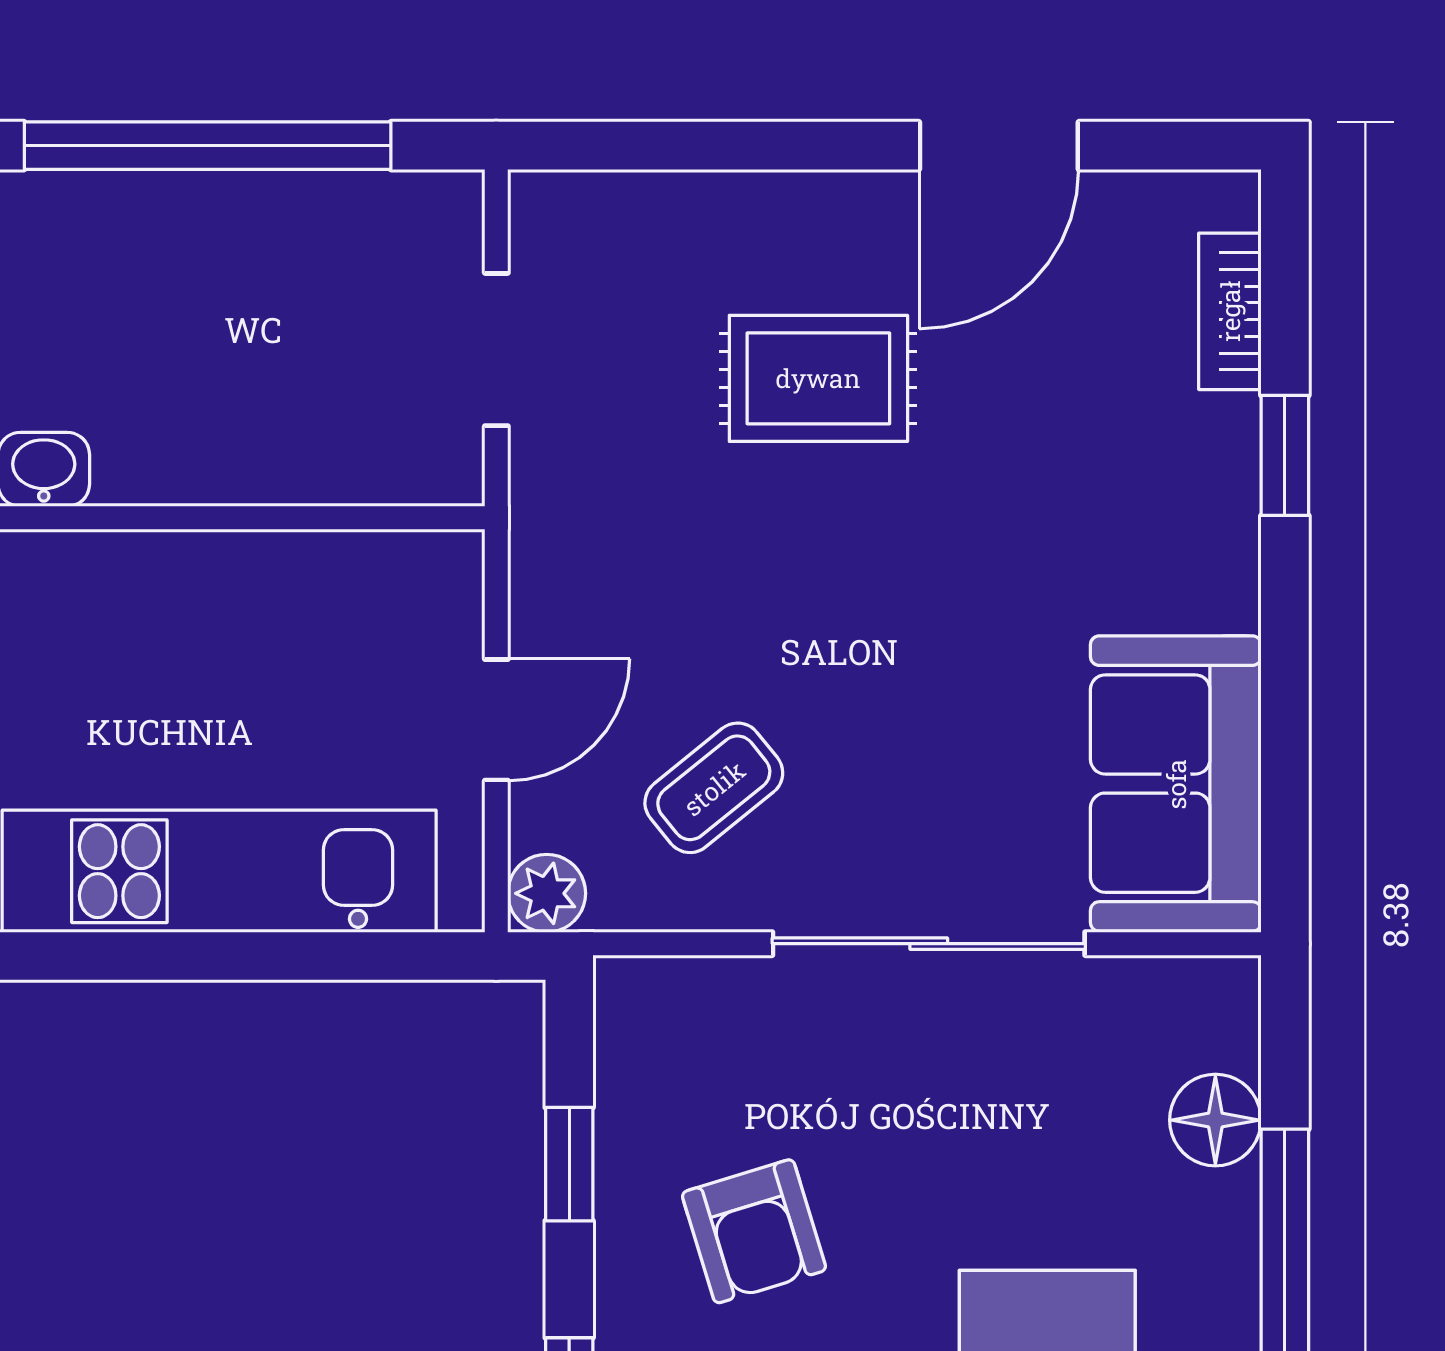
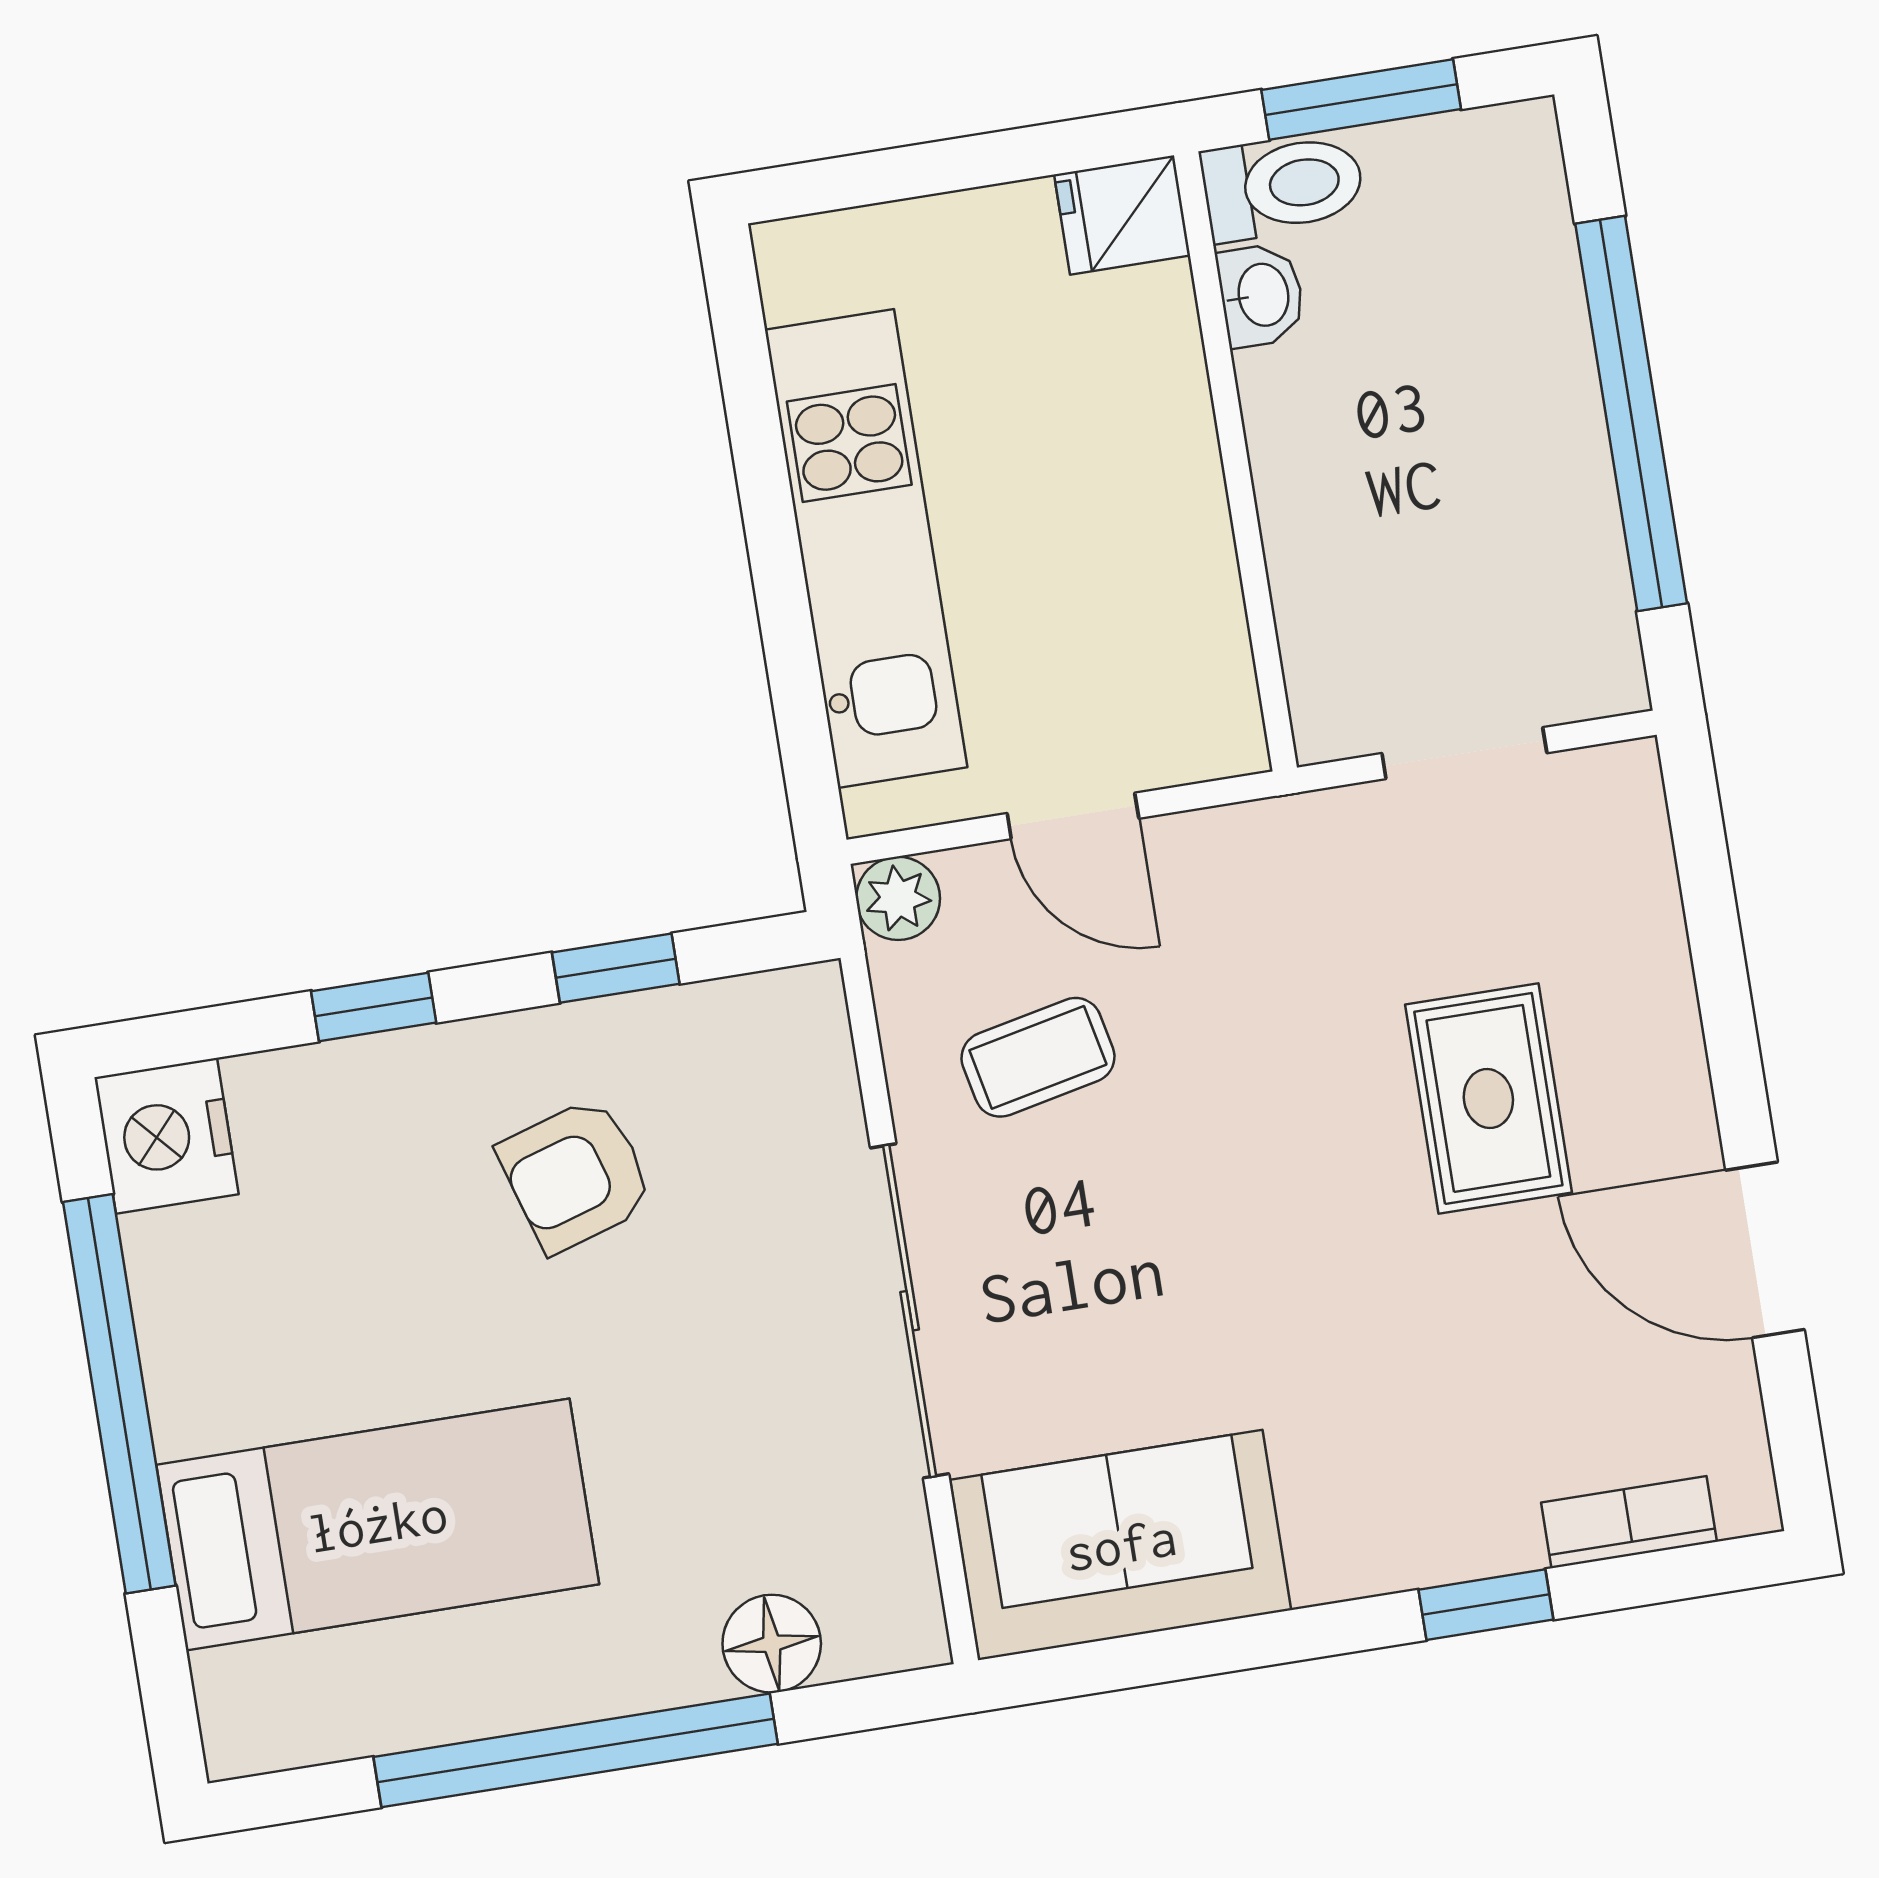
coffee table: (714, 788) -> (1038, 1057), turned -63

